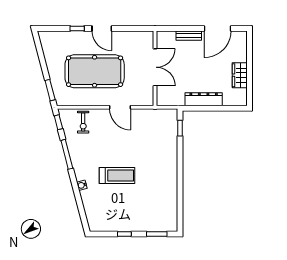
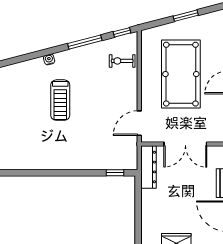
window: (50, 90) -> (186, 16), moved
dresser: (204, 99) -> (149, 167), moved
door: (120, 107) -> (139, 123), moved

